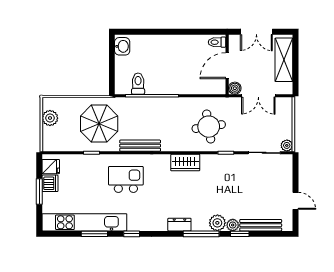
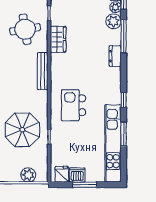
plant: (50, 118) -> (28, 175), moved
bench: (140, 146) -> (43, 71), moved
wardrobe: (185, 163) -> (58, 39), moved

